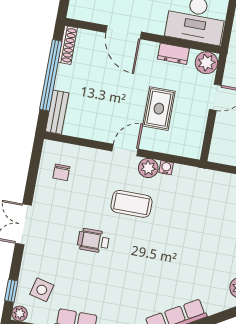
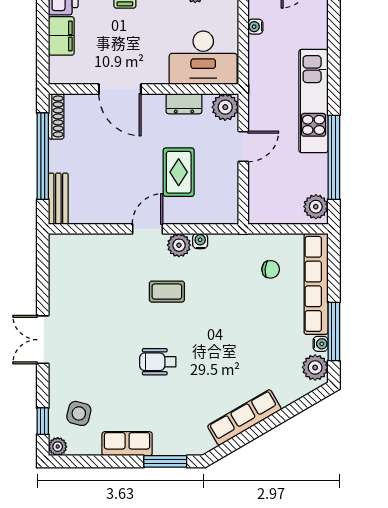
chair: (61, 172) -> (271, 269), moved, turned -85
coffee table: (131, 204) -> (167, 292), width x0.73, depth x0.77
wheelchair: (93, 241) -> (158, 362), moved

